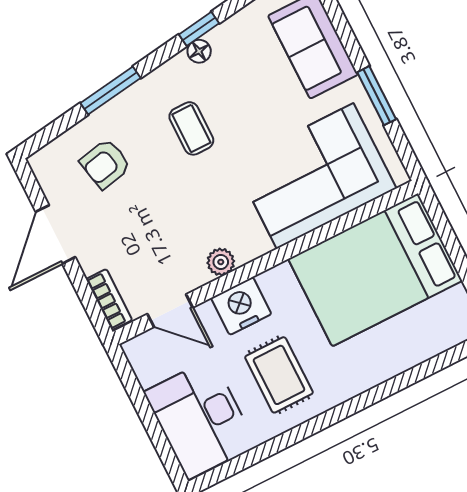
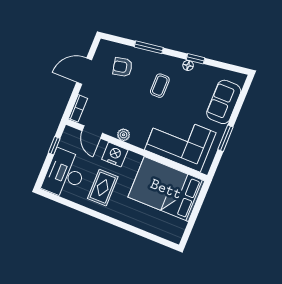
window: (137, 395) -> (54, 146), added

